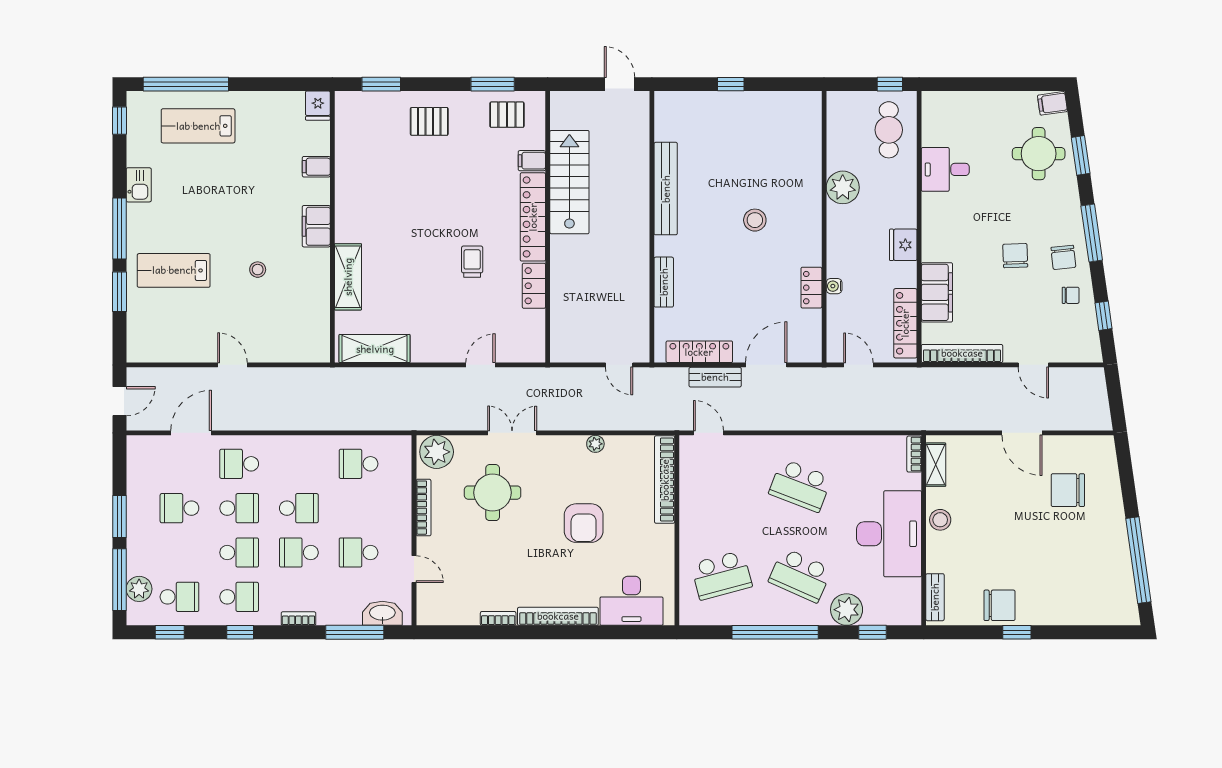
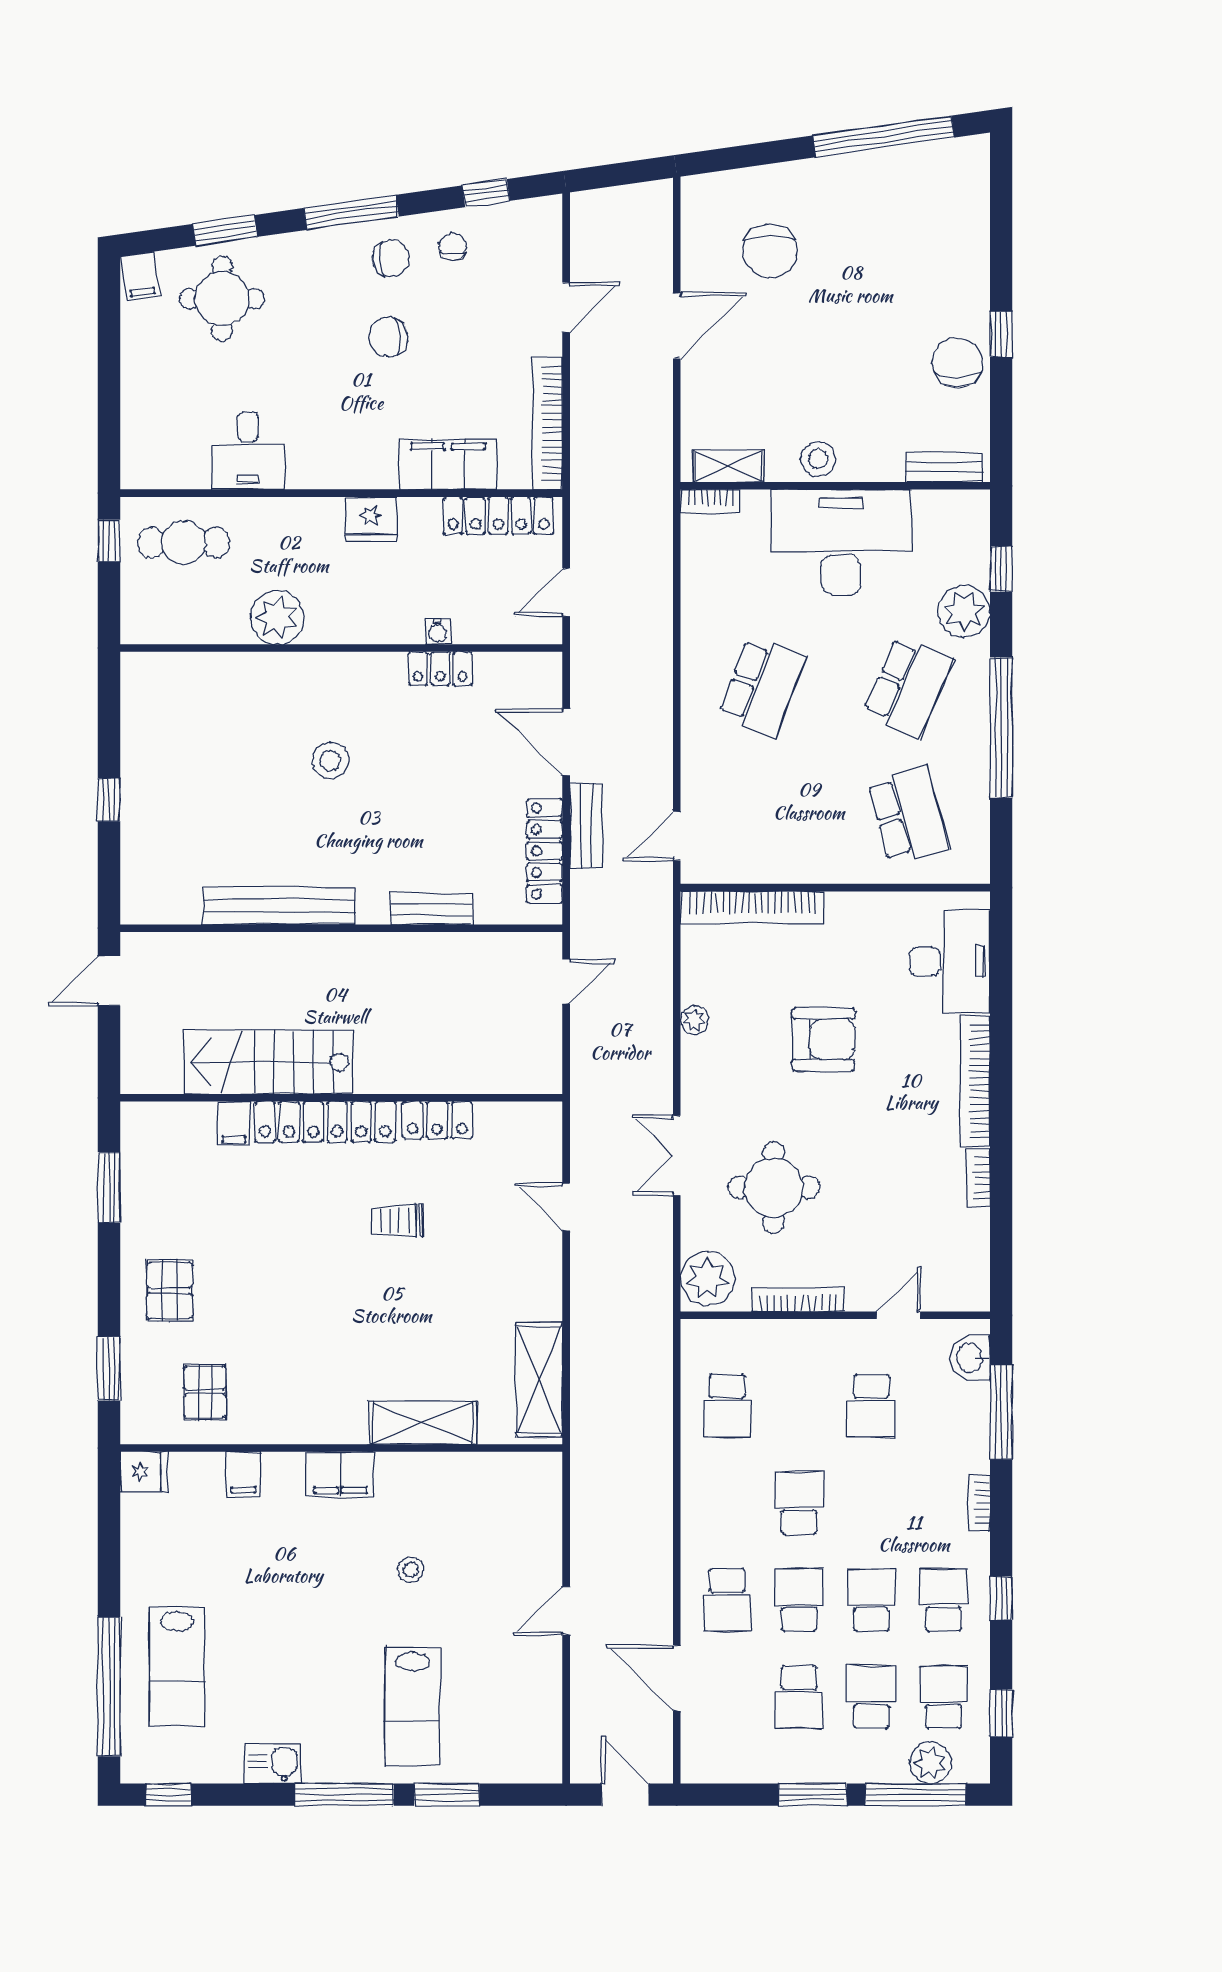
pallet: (507, 115) -> (205, 1392), moved
school desk: (299, 553) -> (871, 1697), moved, turned 180
washbasin: (382, 613) -> (970, 1358), width x0.72

